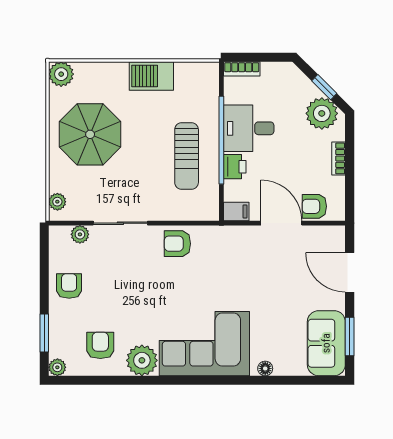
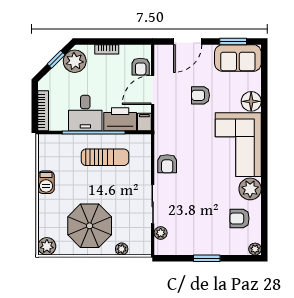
bookcase: (242, 69) -> (43, 111), width x1.56
barbecue: (151, 76) -> (46, 182), width x0.73, depth x0.79
printer: (235, 167) -> (120, 119), width x1.87, depth x1.48
plant: (57, 202) -> (122, 249), moved
armchair: (69, 286) -> (201, 95), moved
window: (44, 333) -> (207, 258), moved
floor lamp: (265, 368) -> (251, 101), width x1.89, depth x1.89

